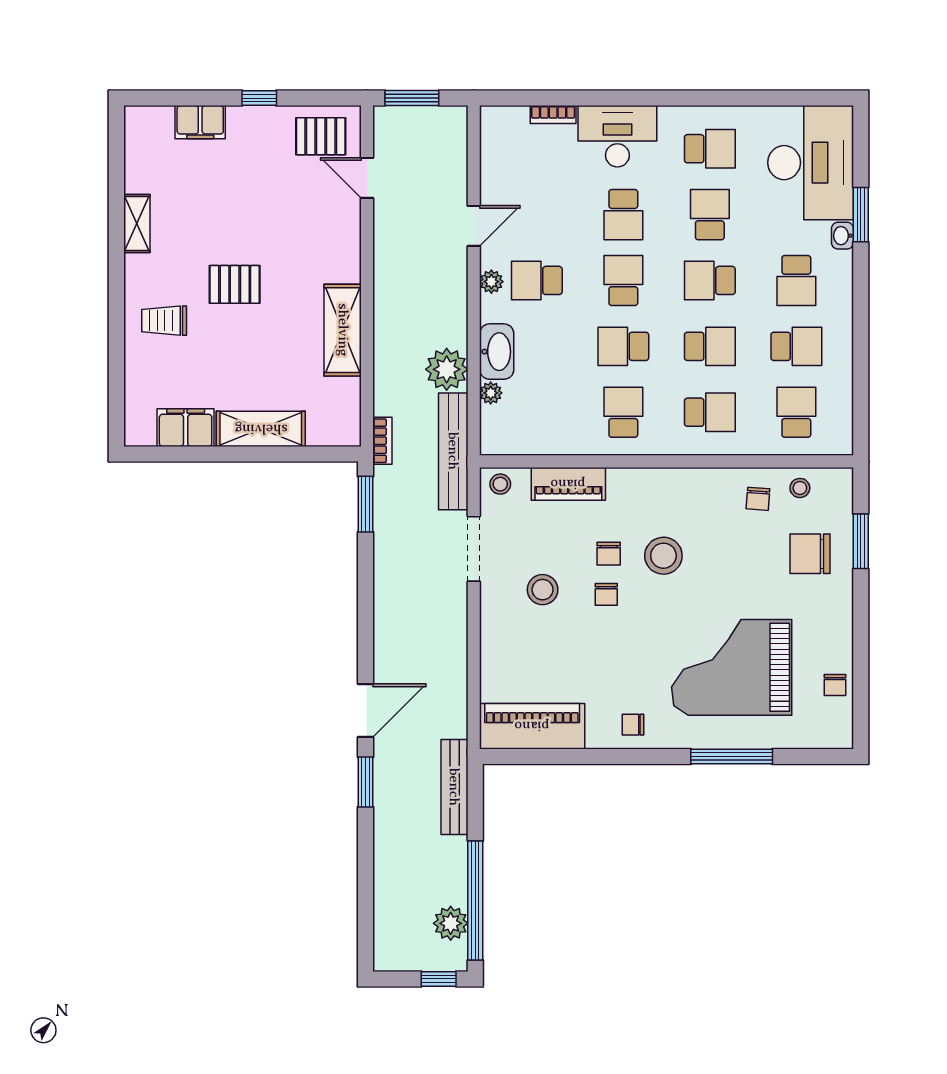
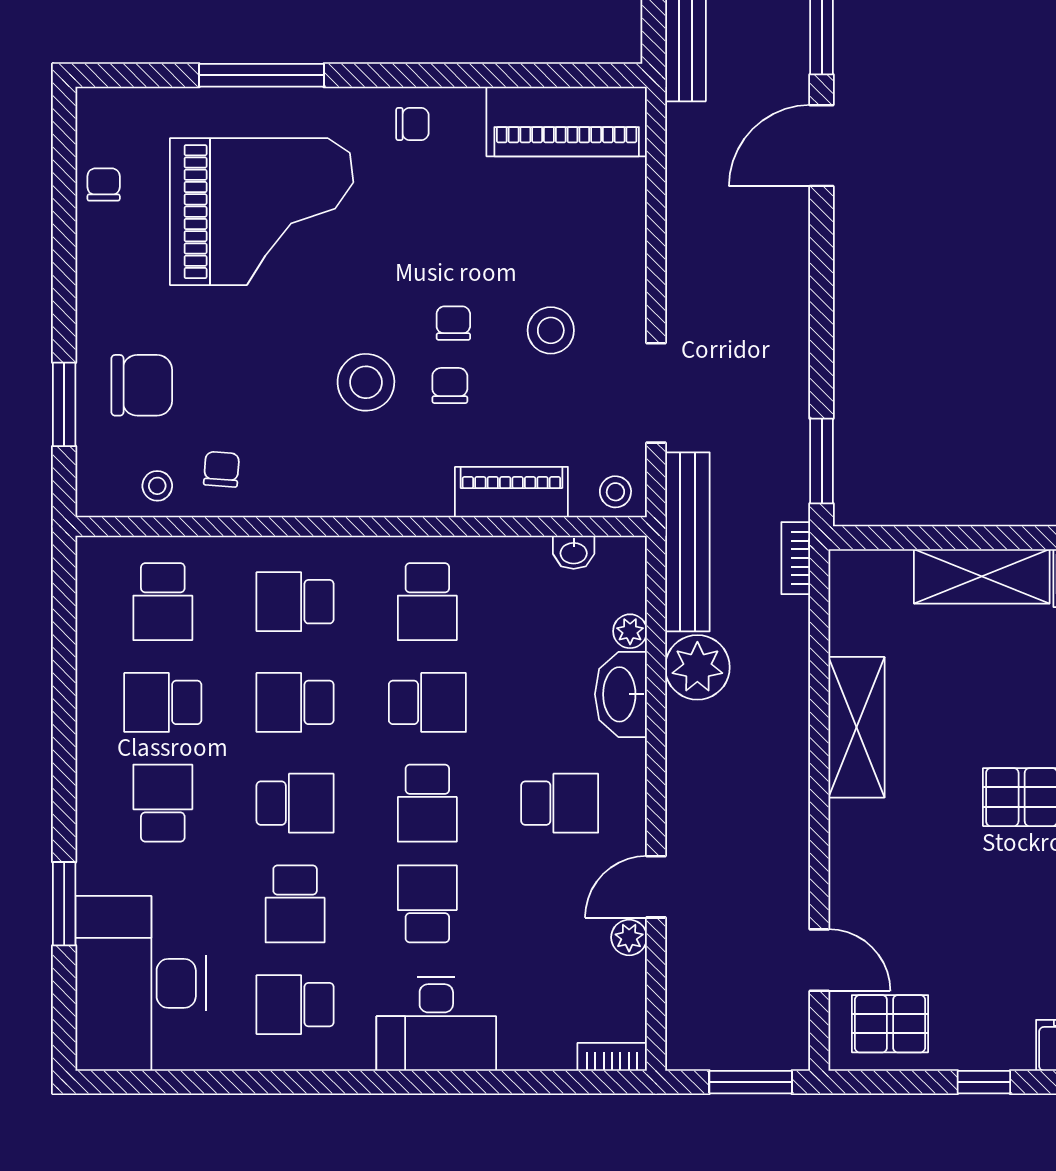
bookcase: (553, 115) -> (612, 1057), moved
washbasin: (842, 236) -> (574, 552), moved, turned 90
plant: (491, 282) -> (629, 937), moved

